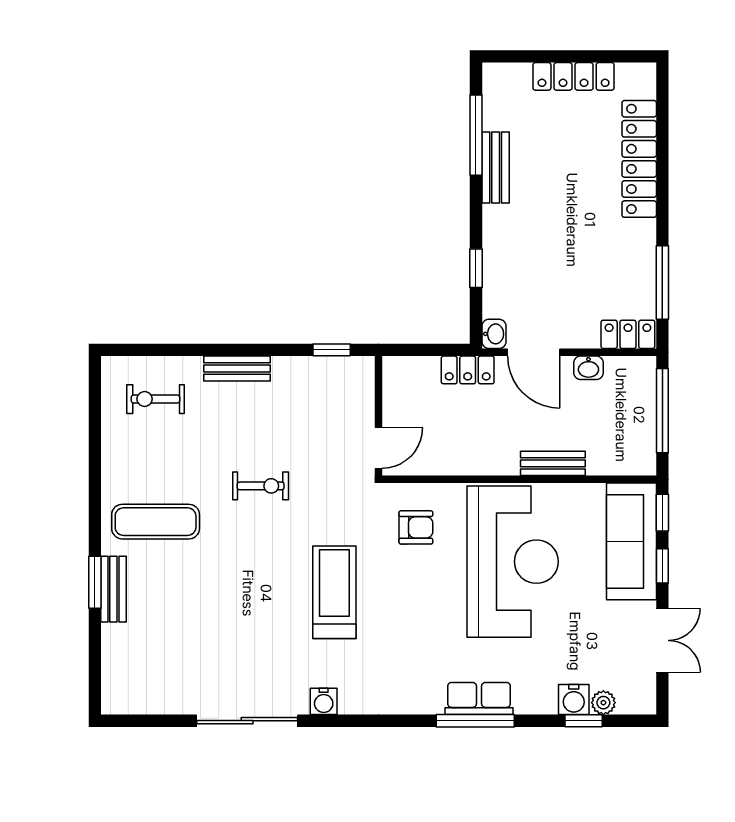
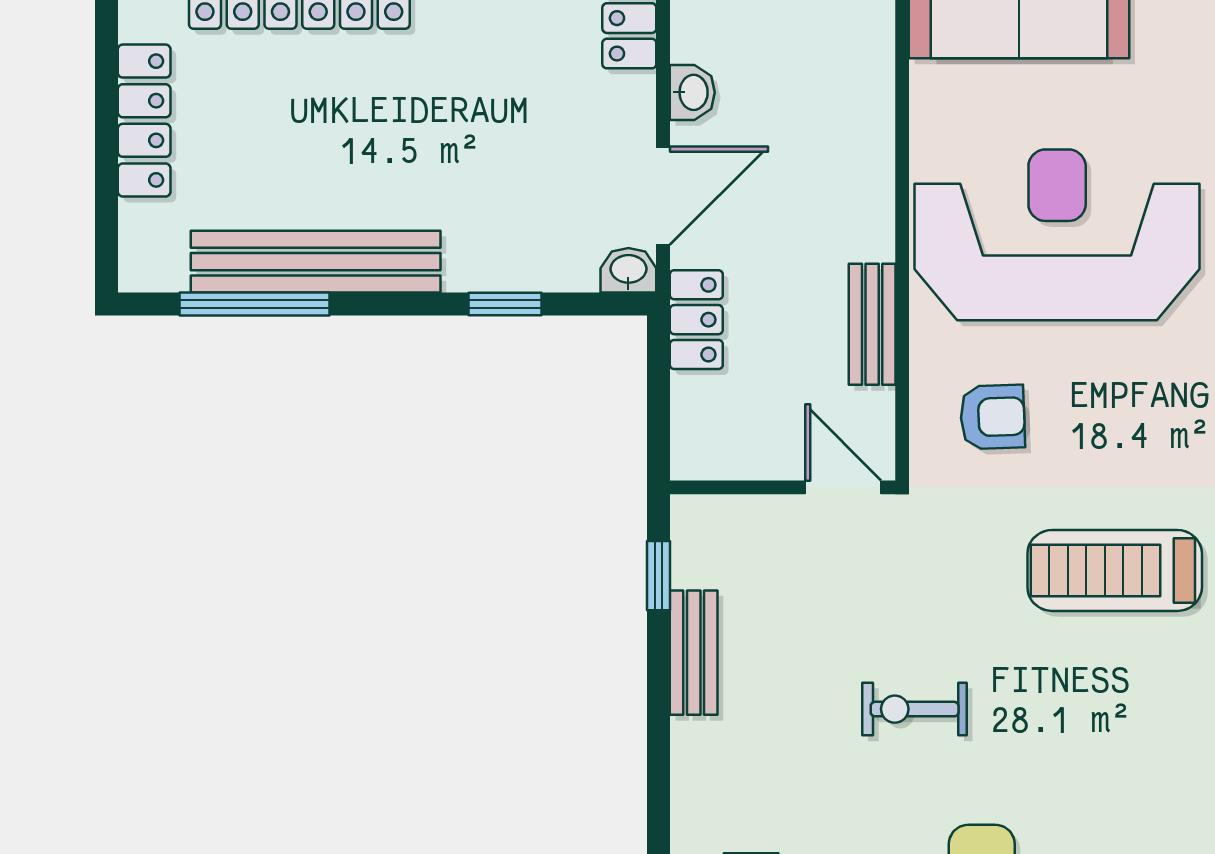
bench: (496, 168) -> (316, 262), width x1.86, depth x1.21
bench: (237, 369) -> (694, 653), moved
bench: (553, 463) -> (872, 324), moved
exercise bike: (261, 486) -> (915, 709), turned -90
armchair: (416, 527) -> (993, 417), turned 88

